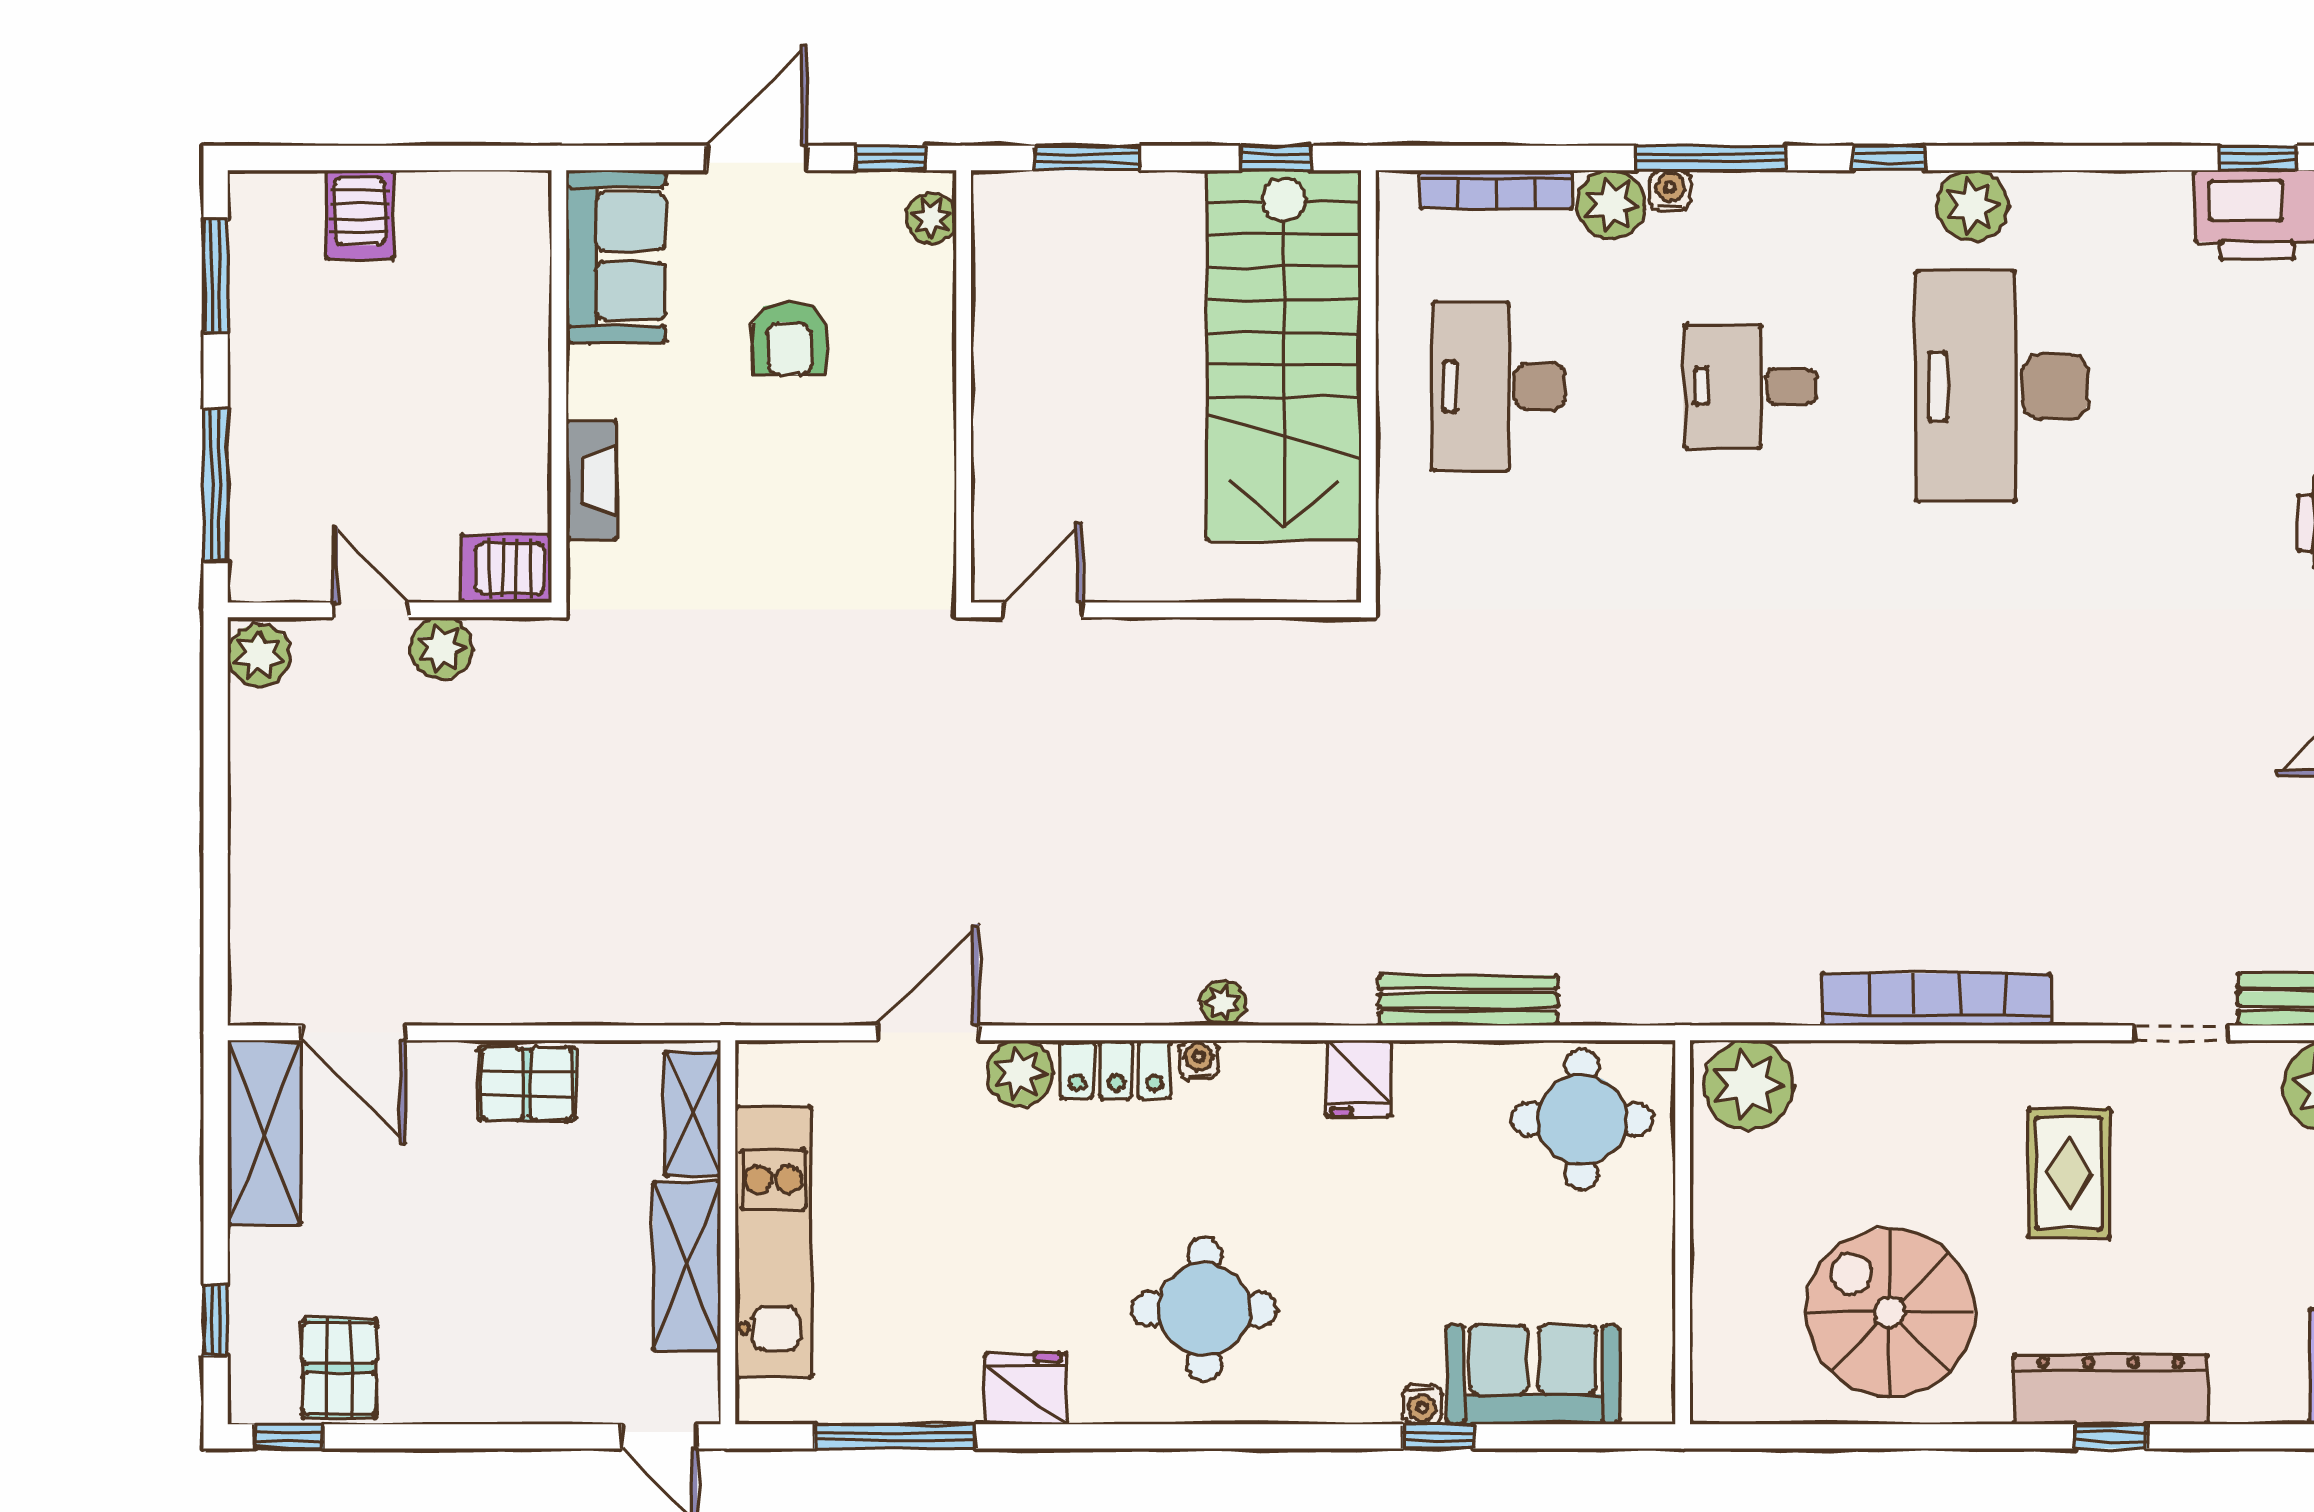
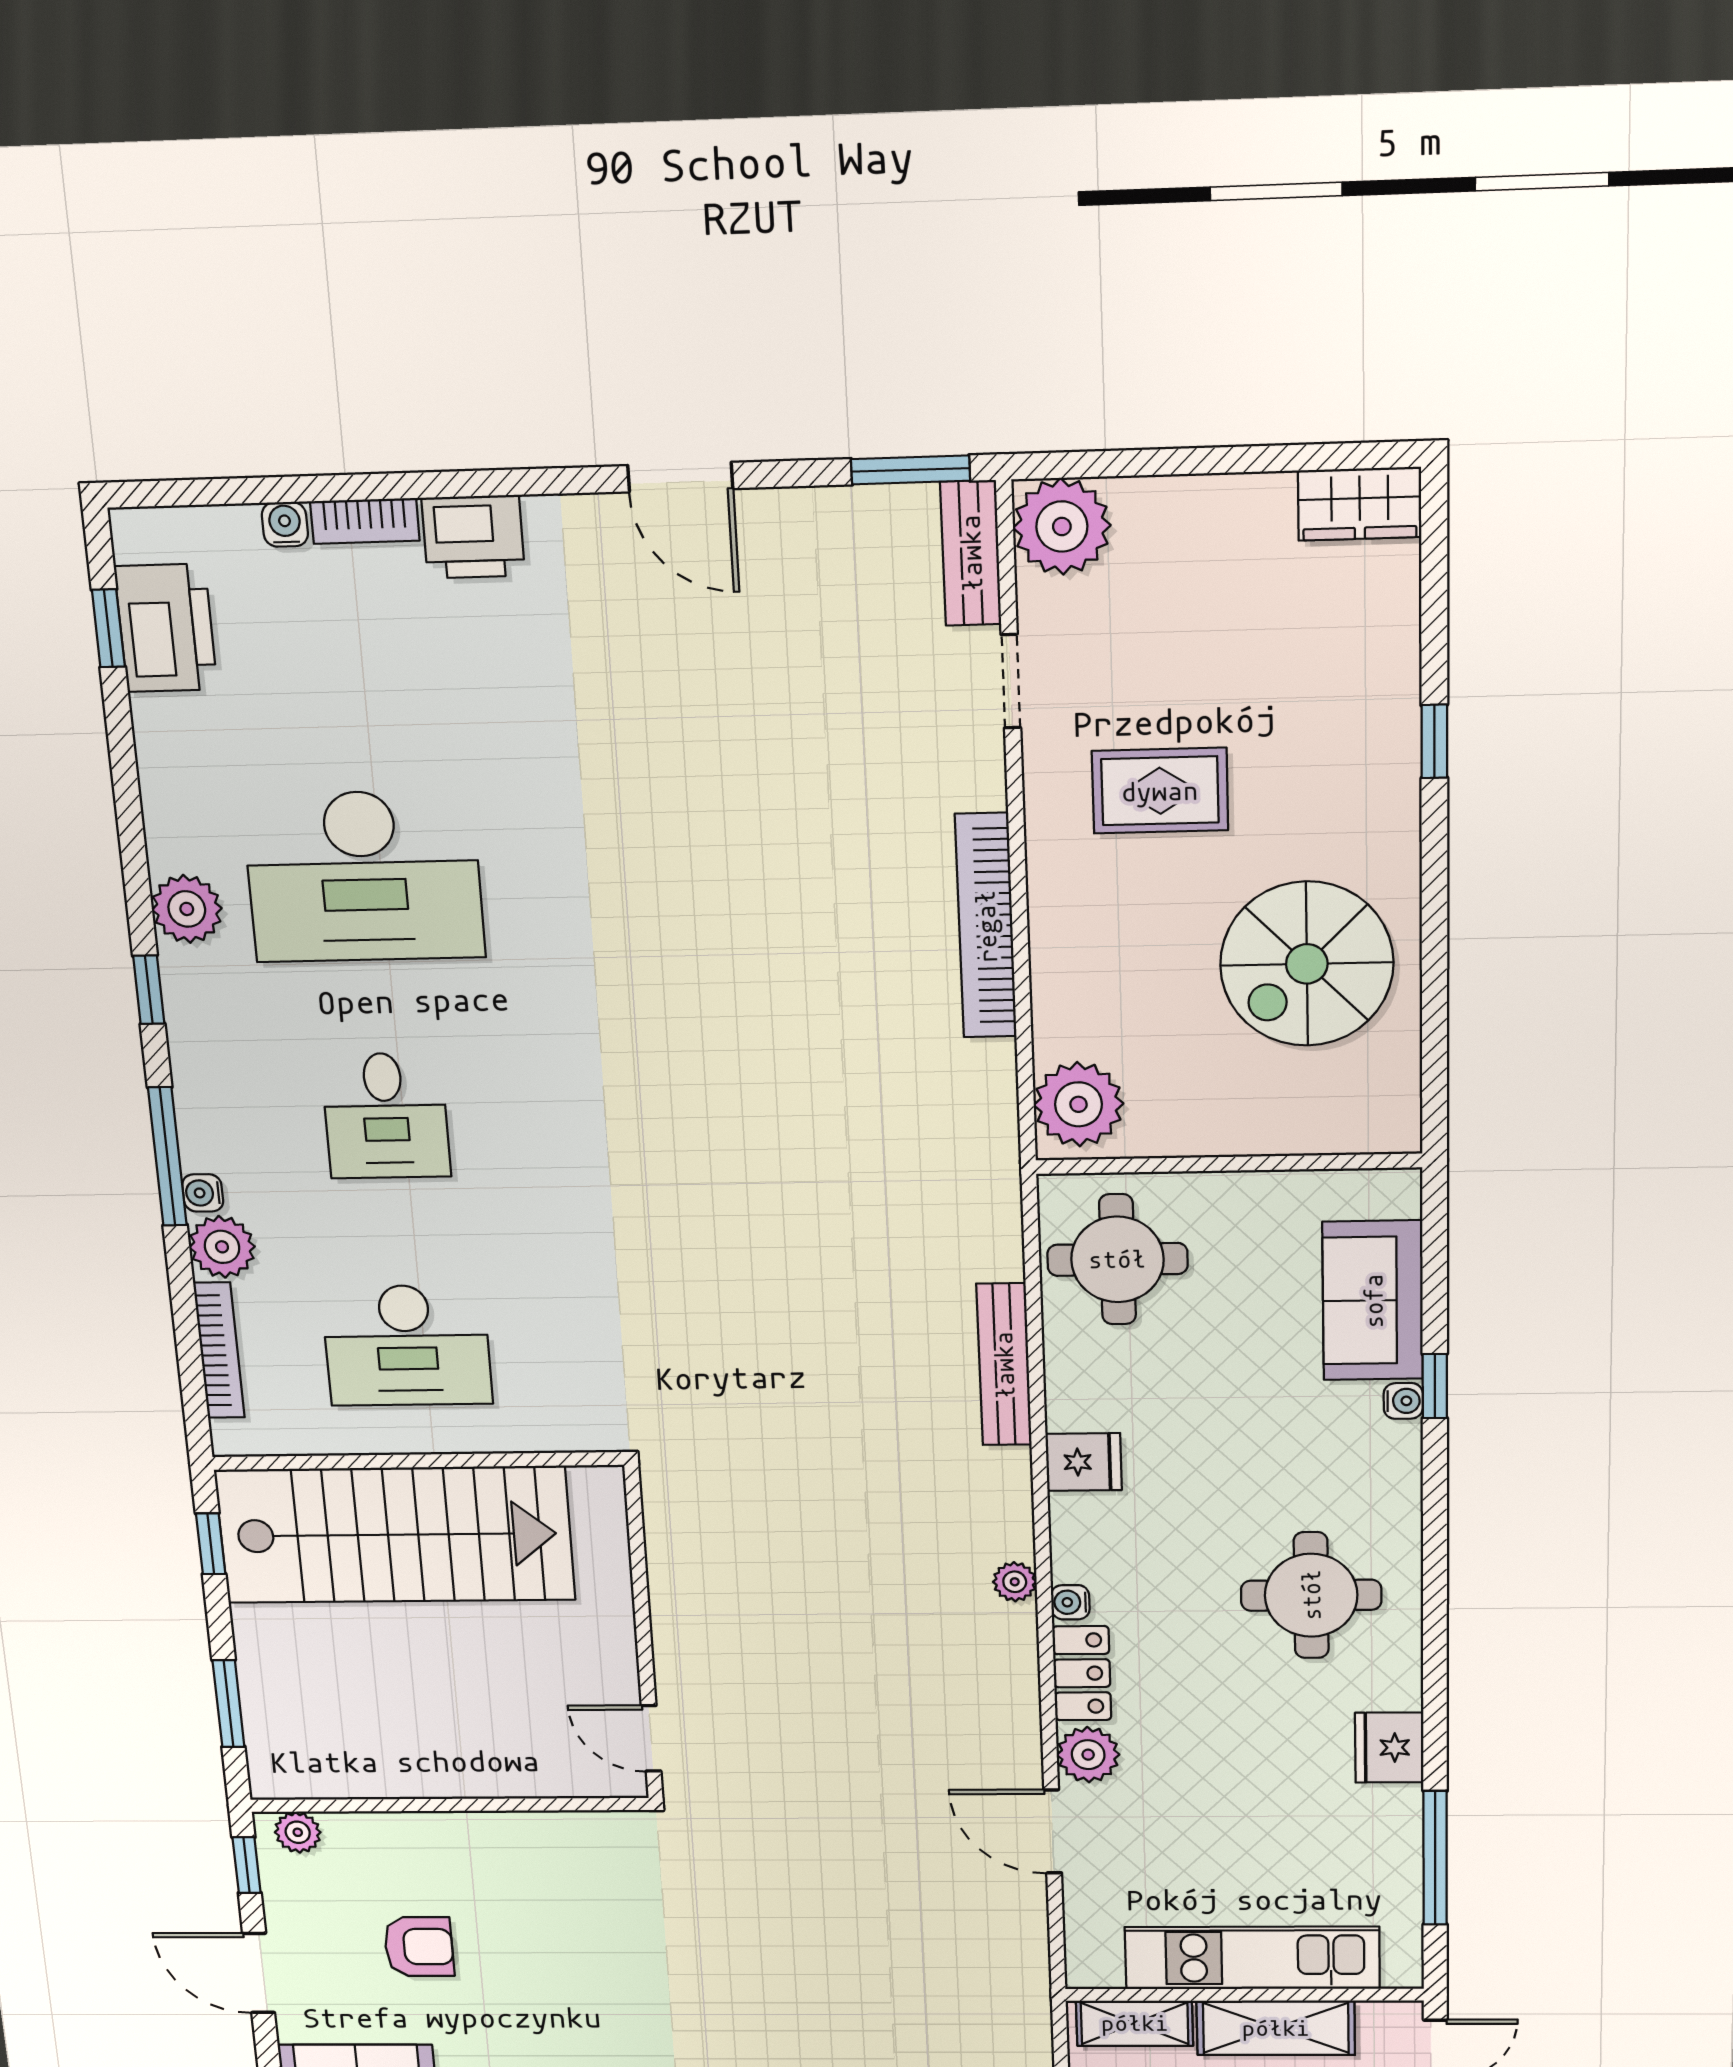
dresser: (2111, 1390) -> (1385, 743), removed

